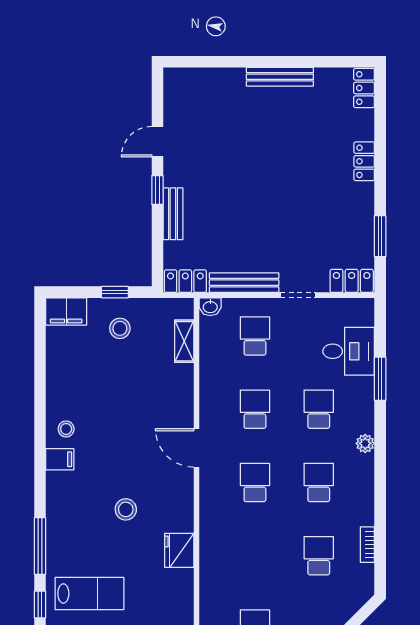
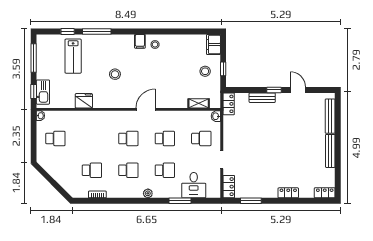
bench: (244, 283) -> (330, 116), moved
fridge: (179, 550) -> (84, 101), moved

